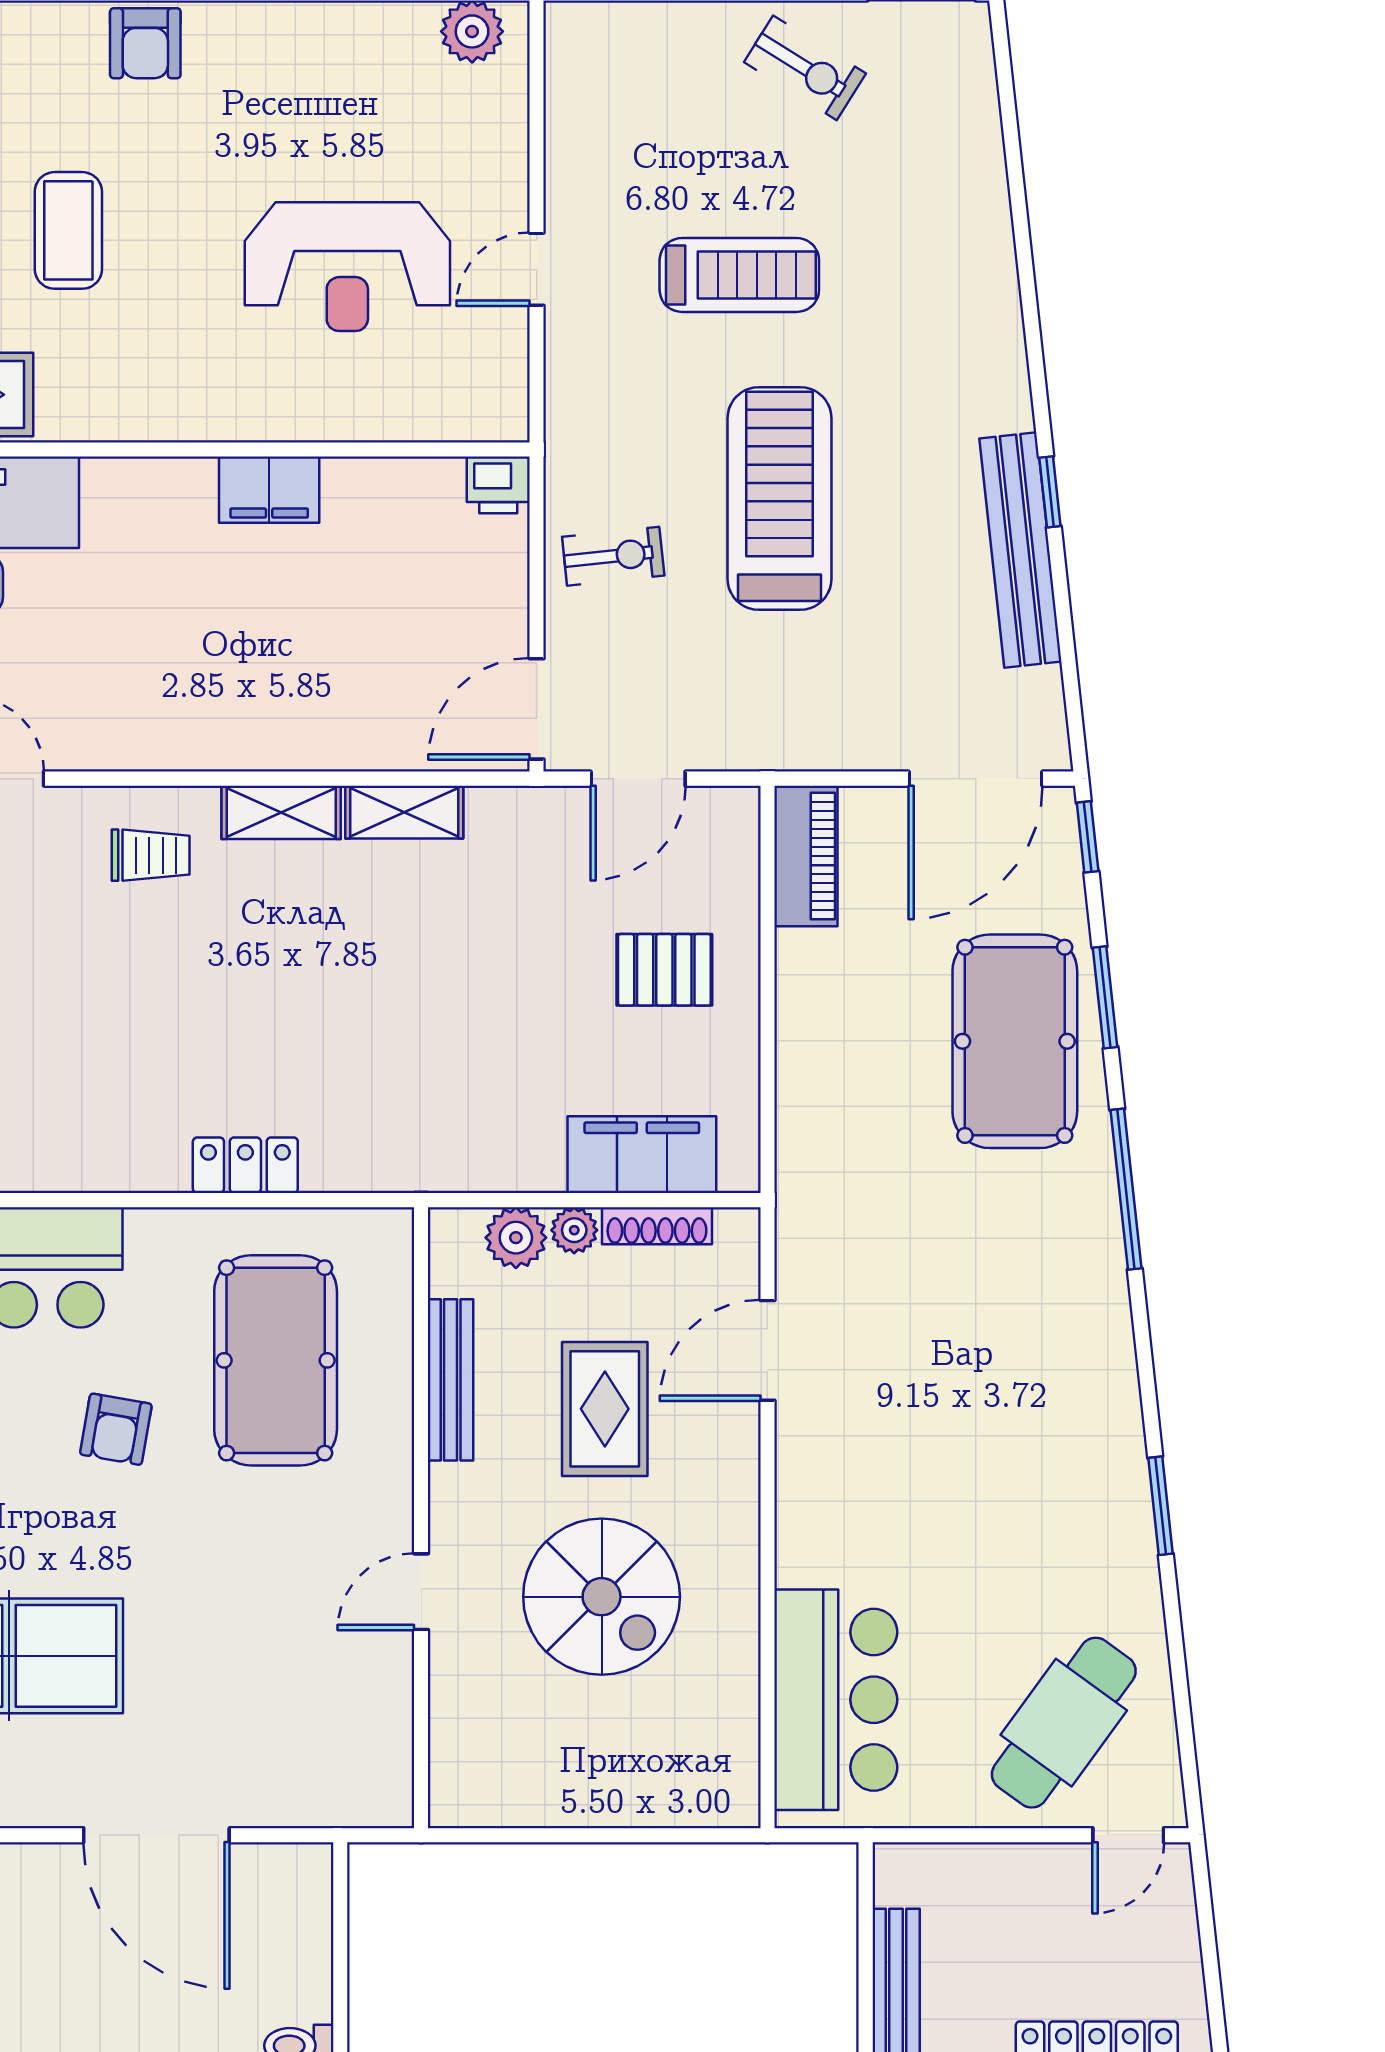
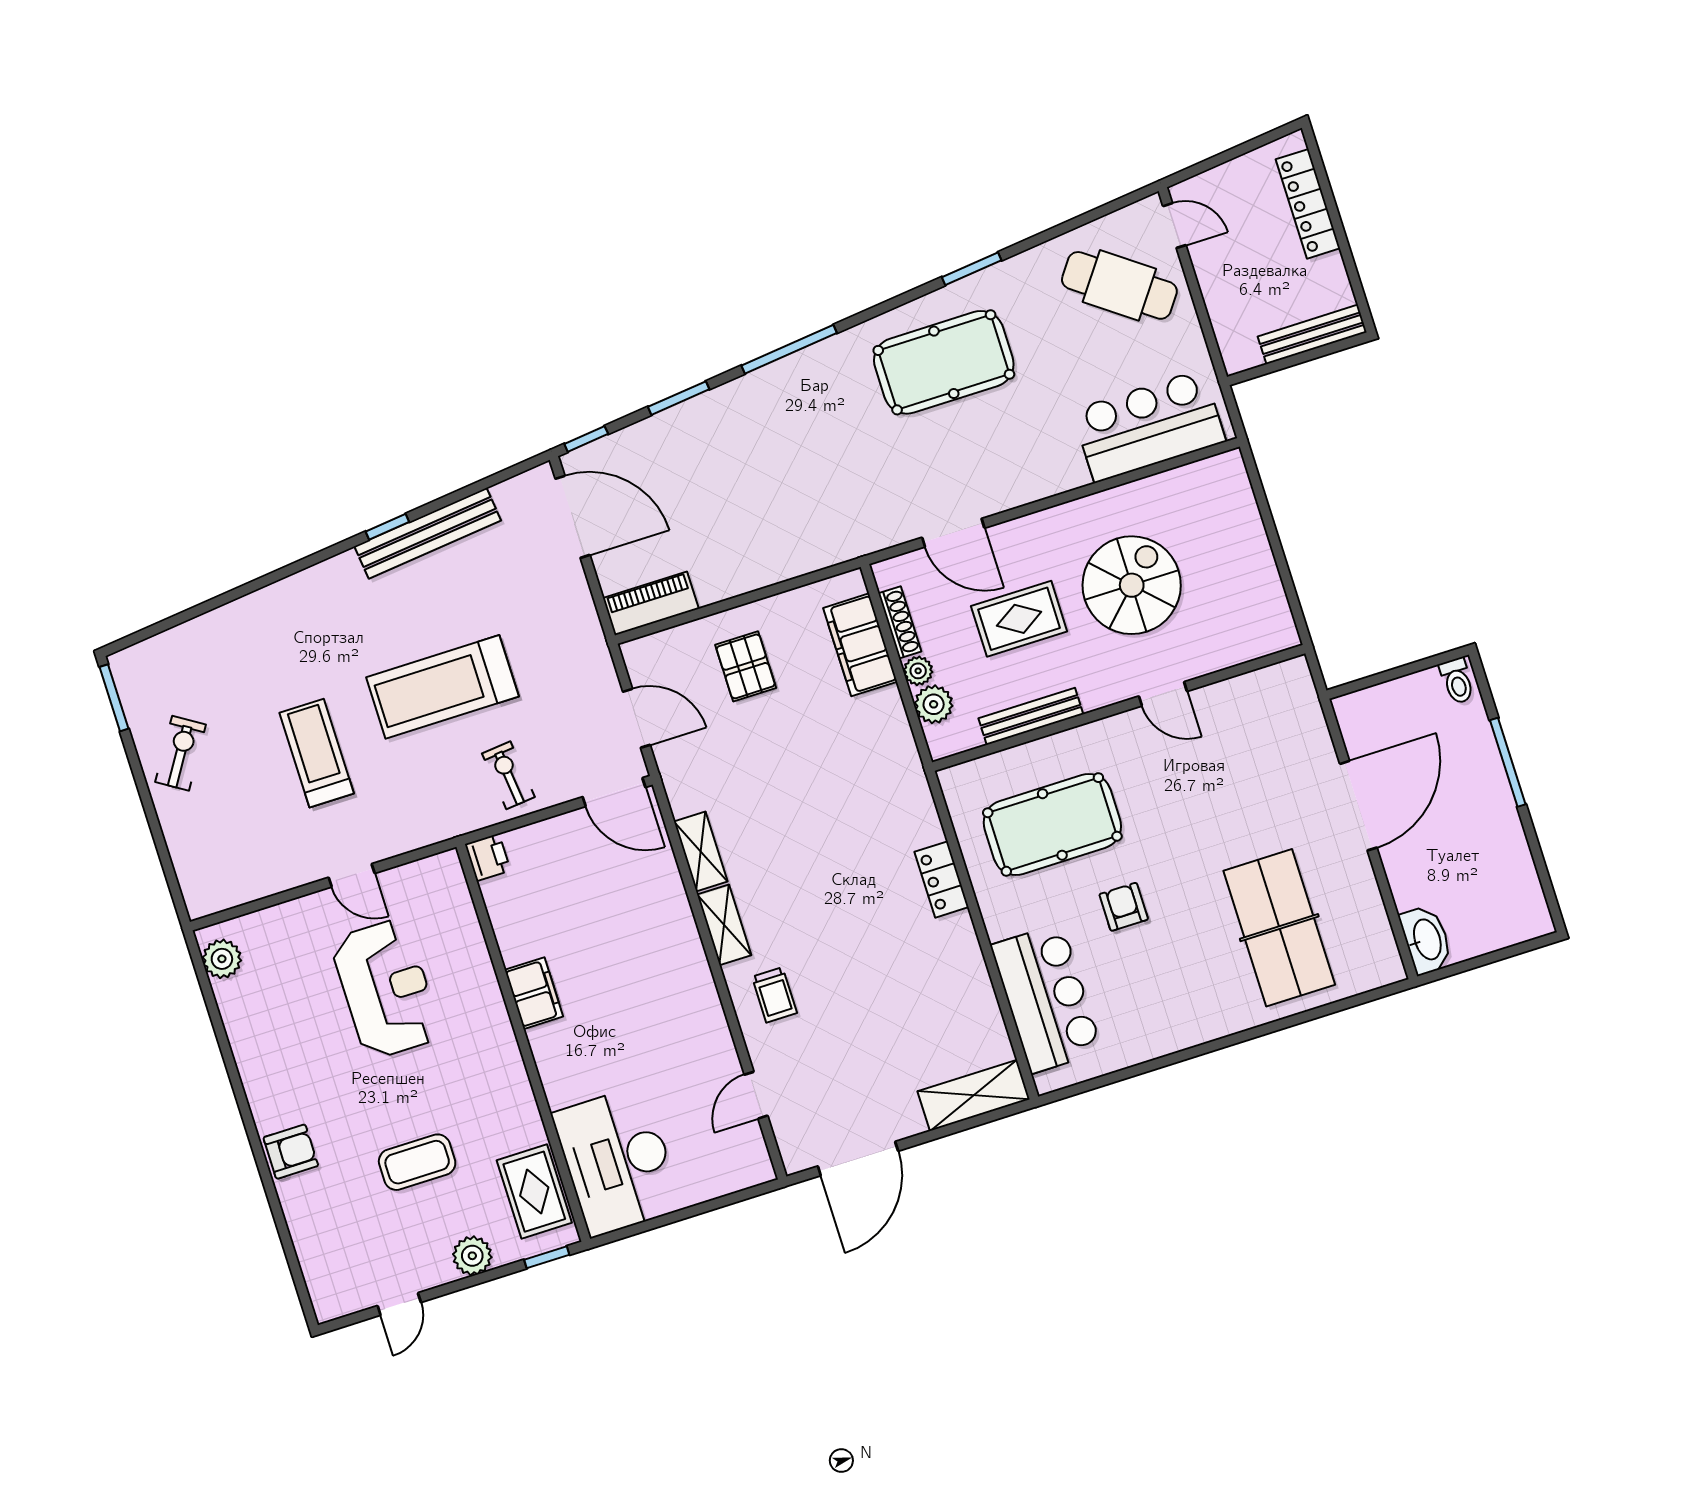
trolley: (151, 855) -> (774, 995), turned 180
pool table: (1015, 1041) -> (944, 362), moved
armchair: (116, 1429) -> (1124, 907), turned -100

